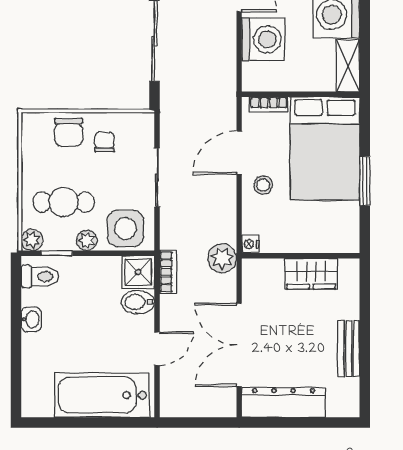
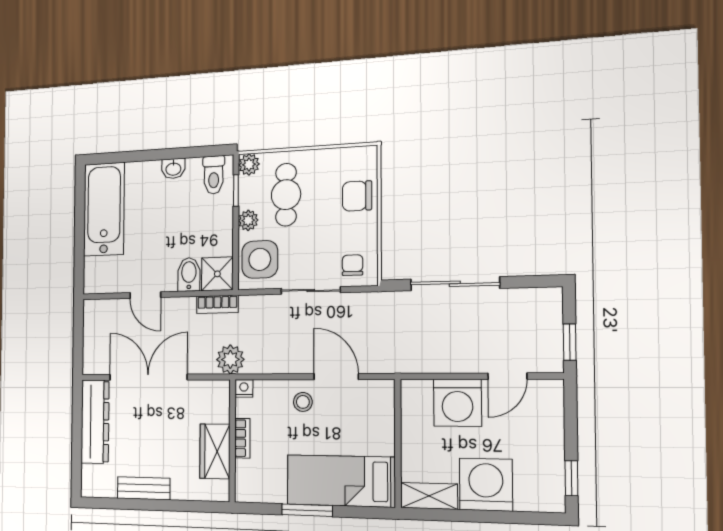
bookcase: (269, 104) -> (242, 438), moved, turned 180
chair: (104, 142) -> (353, 265), moved, turned -90
bed: (325, 148) -> (341, 481), width x0.67
bathtub: (102, 395) -> (104, 209), moved

